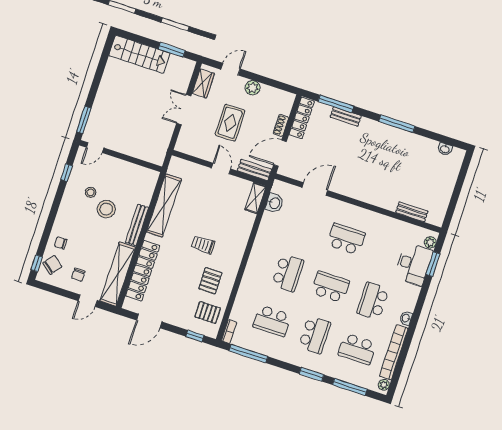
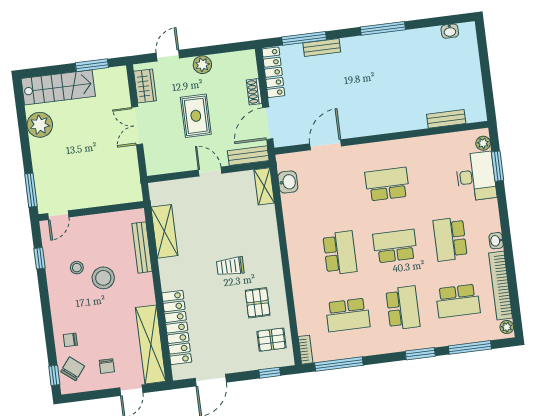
plant: (113, 75) -> (40, 125), added
shelving: (164, 205) -> (164, 231), width x0.68
bench: (137, 225) -> (142, 247), moved

